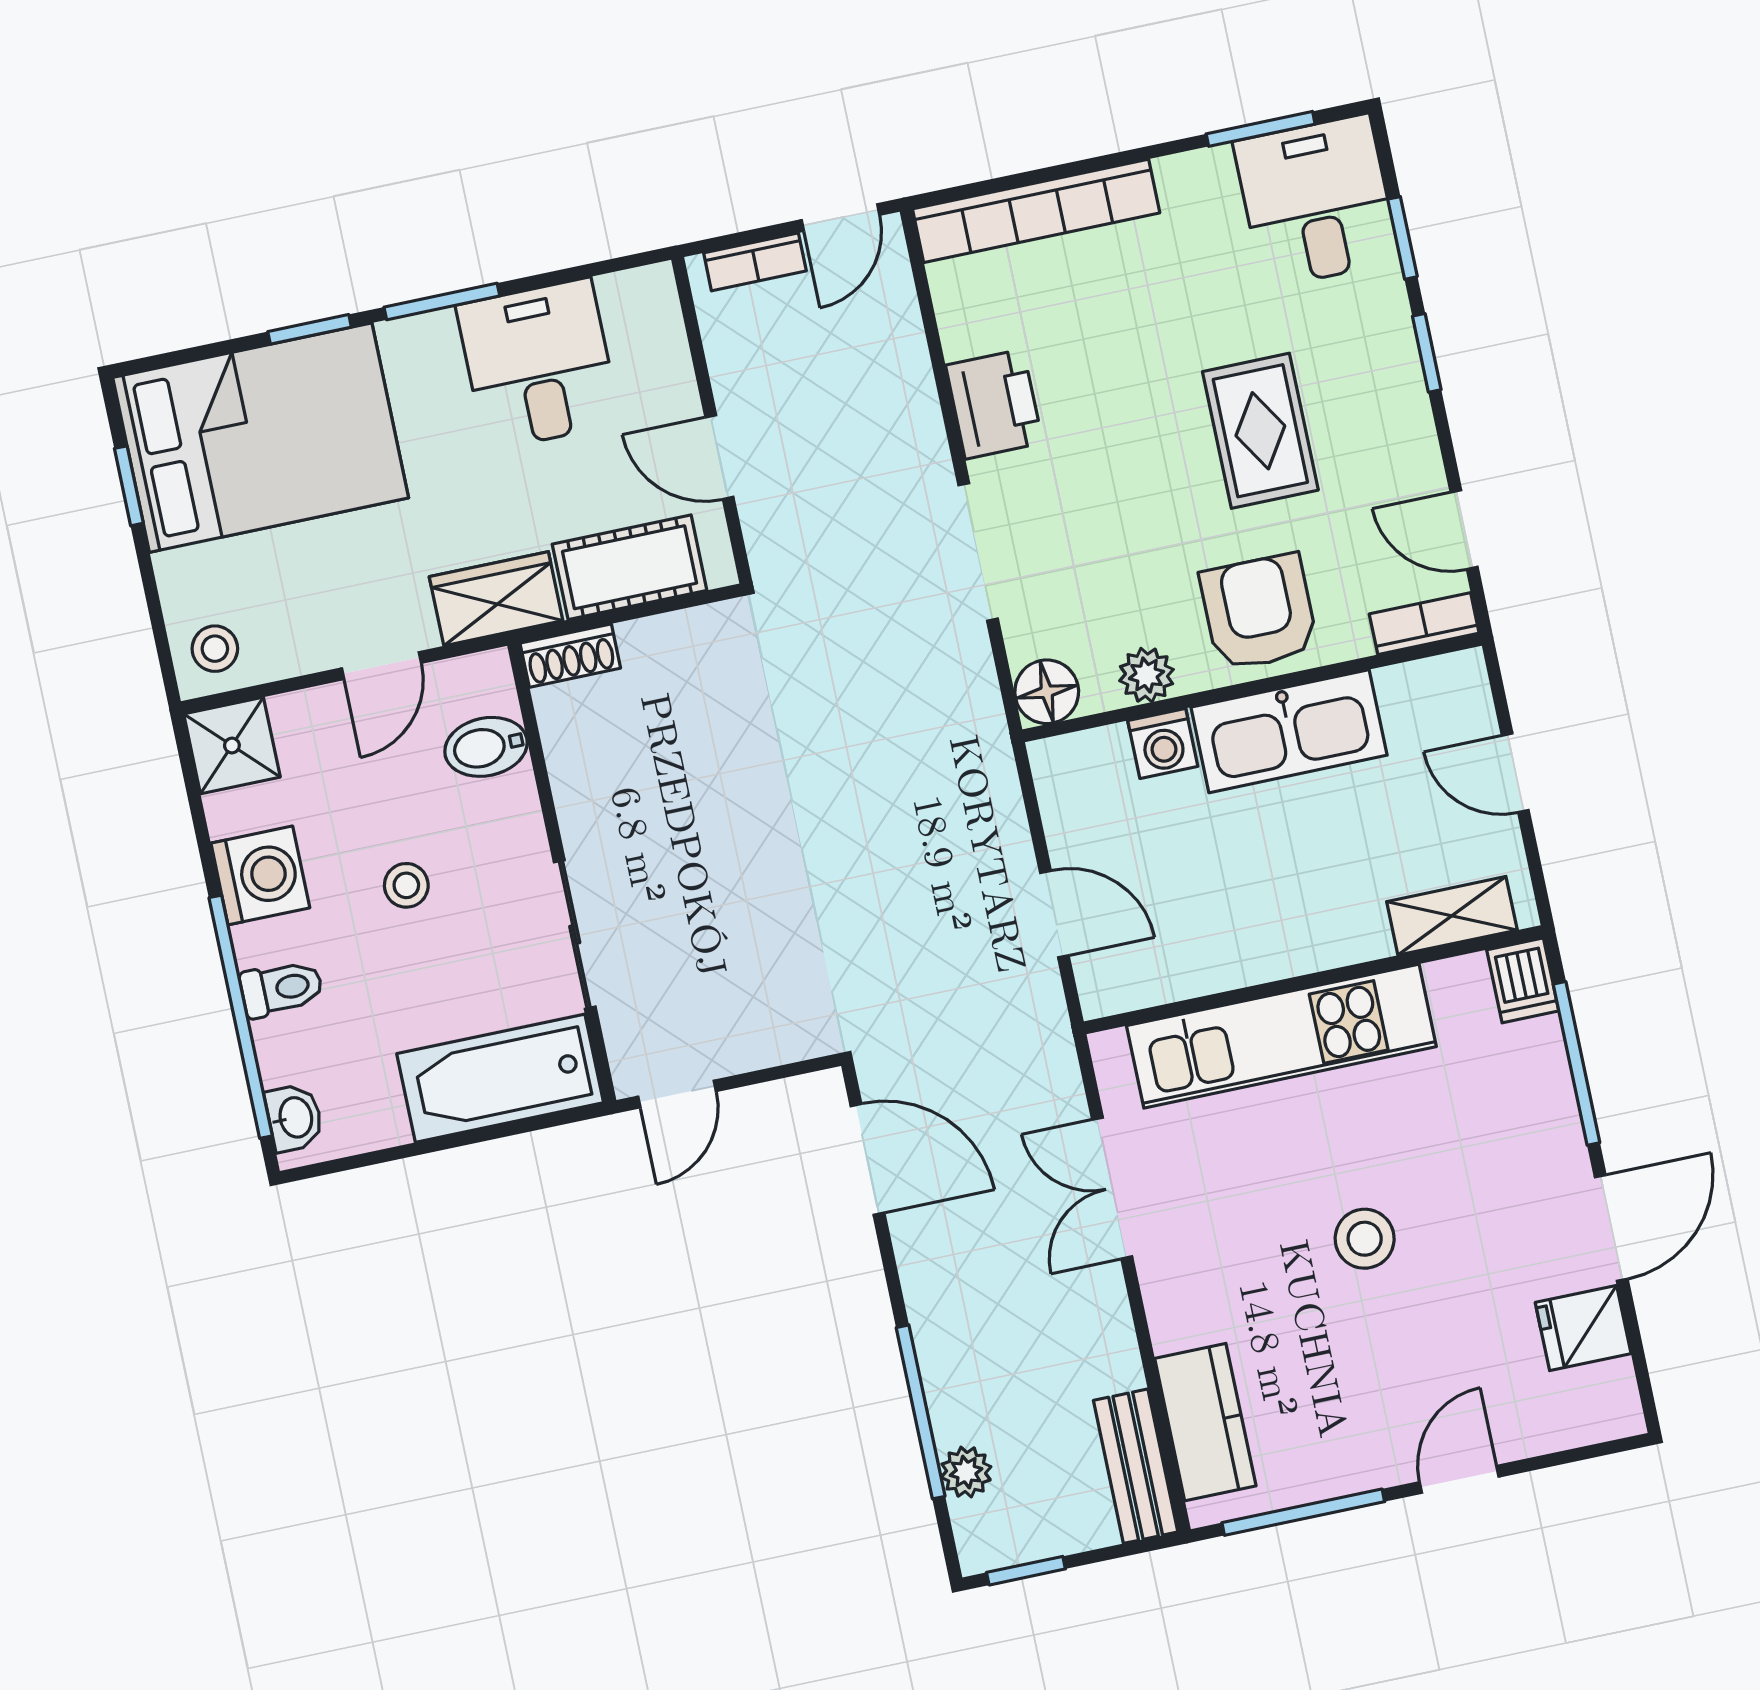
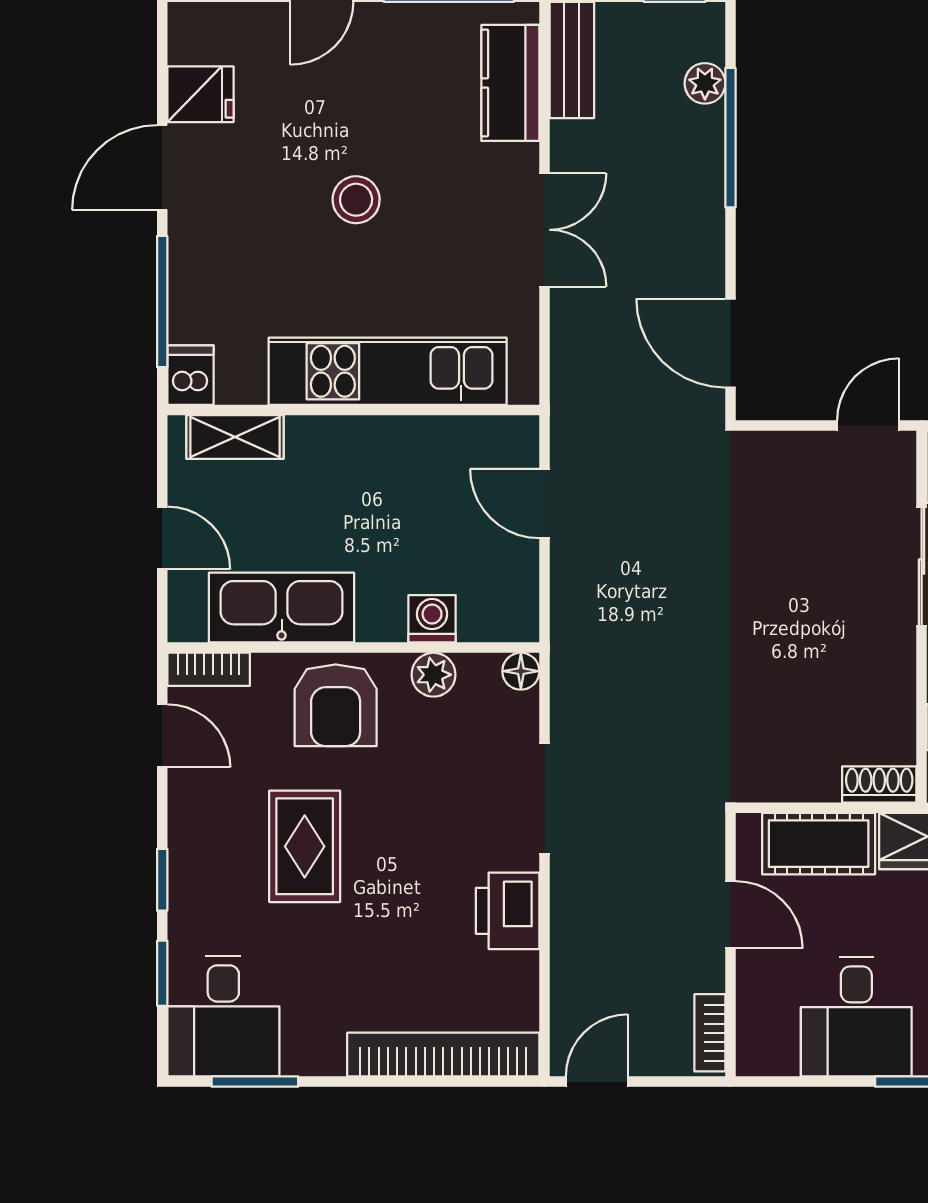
bookcase: (755, 262) -> (710, 1033), moved, turned -90
floor lamp: (1047, 692) -> (521, 671), width x0.73, depth x0.73
kitchen sink: (1289, 731) -> (282, 608), moved
double door: (1112, 1188) -> (544, 230), moved

